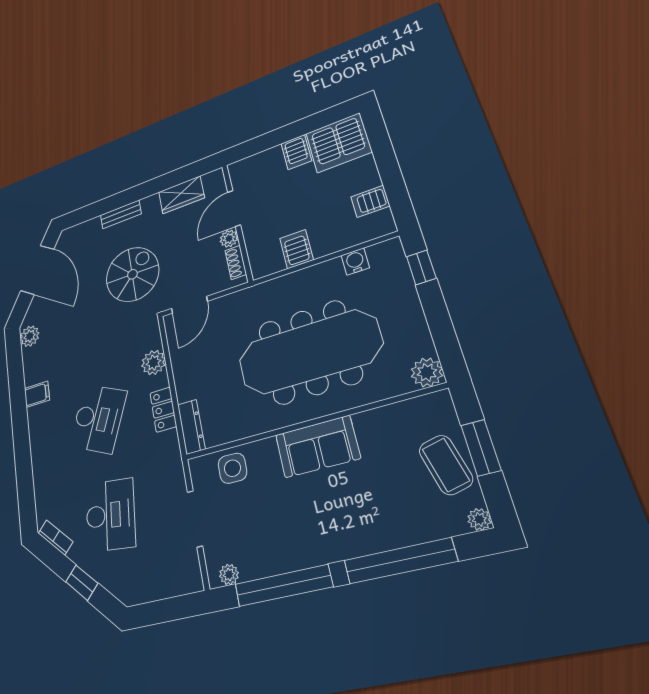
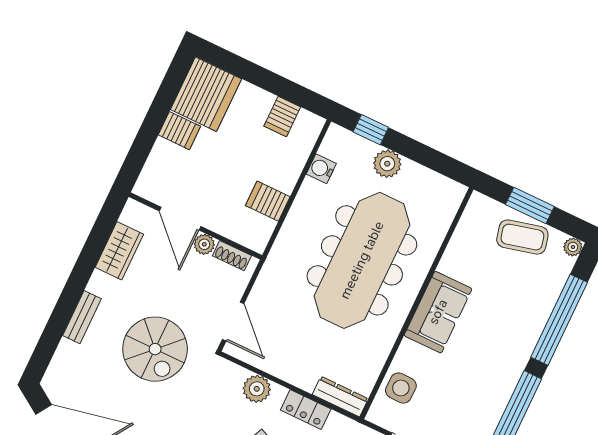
spiral stairs: (132, 274) -> (155, 349), turned 180
plant: (427, 372) -> (387, 164), moved

